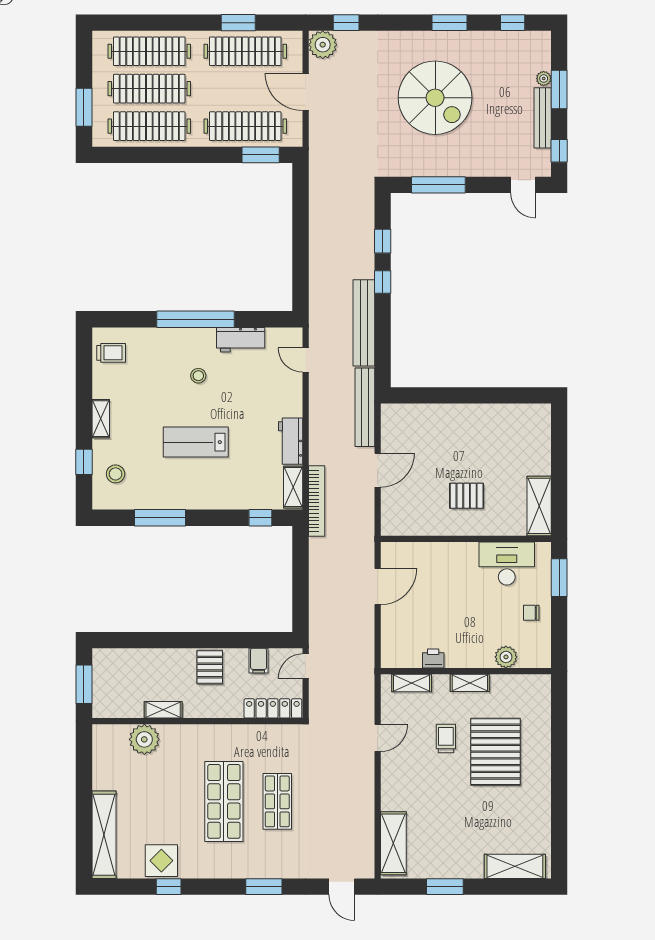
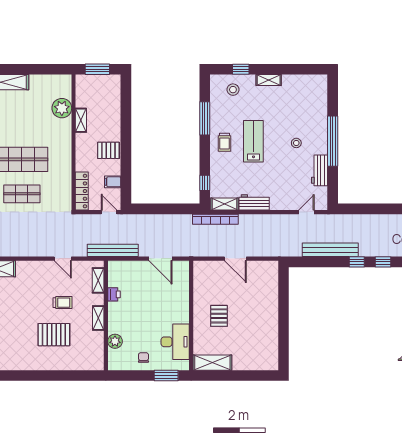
trolley: (111, 353) -> (224, 142), moved
bench: (365, 407) -> (113, 250), moved
pallet: (496, 752) -> (54, 335), width x0.73, depth x0.71

